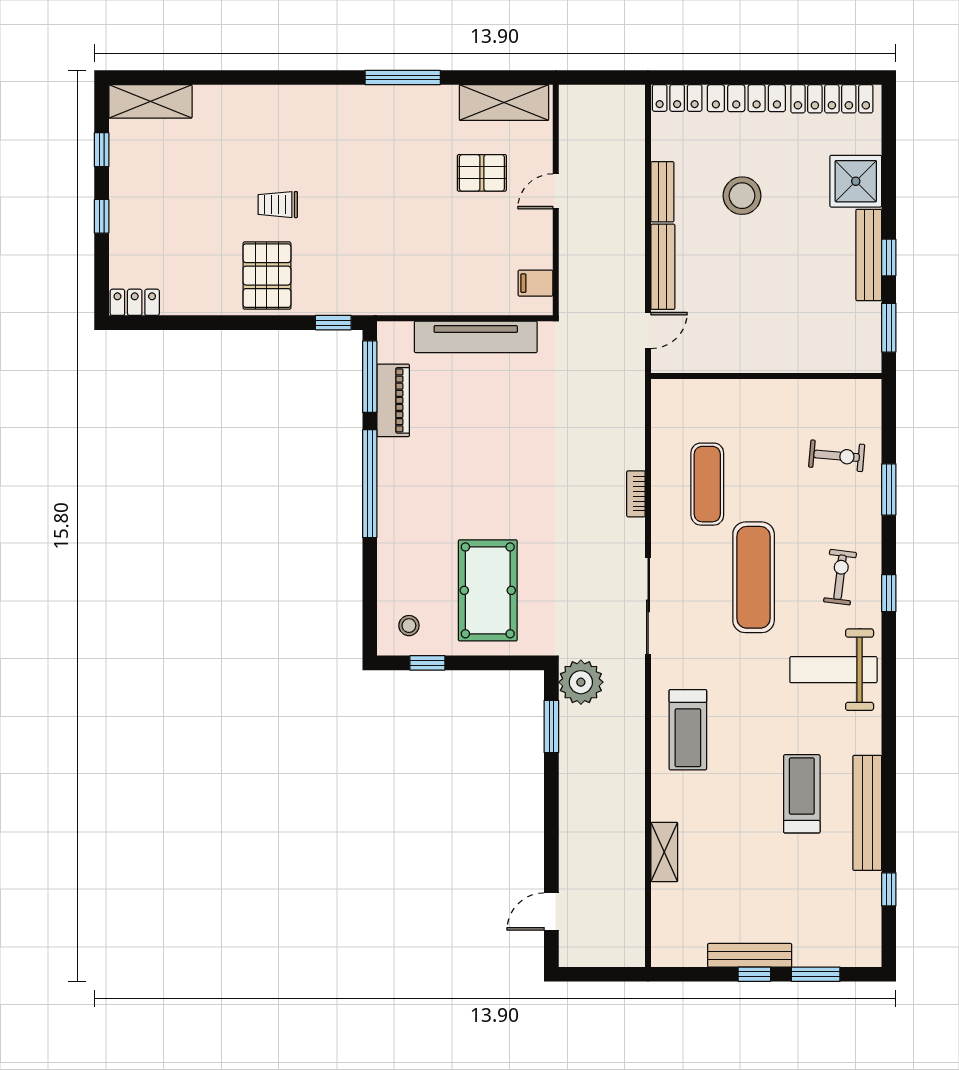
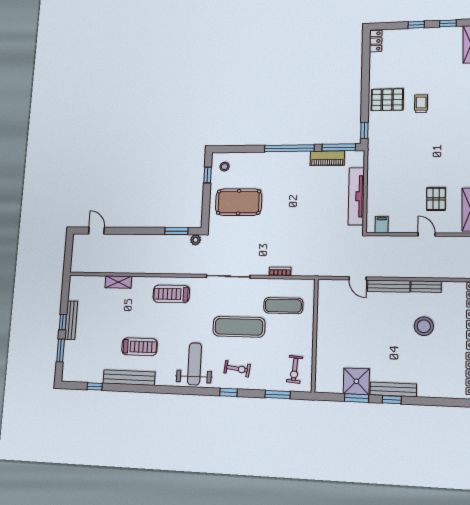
shower: (856, 181) -> (356, 381), moved
wall: (766, 376) -> (315, 335), moved
plant: (581, 682) -> (196, 240), width x0.53, depth x0.53

